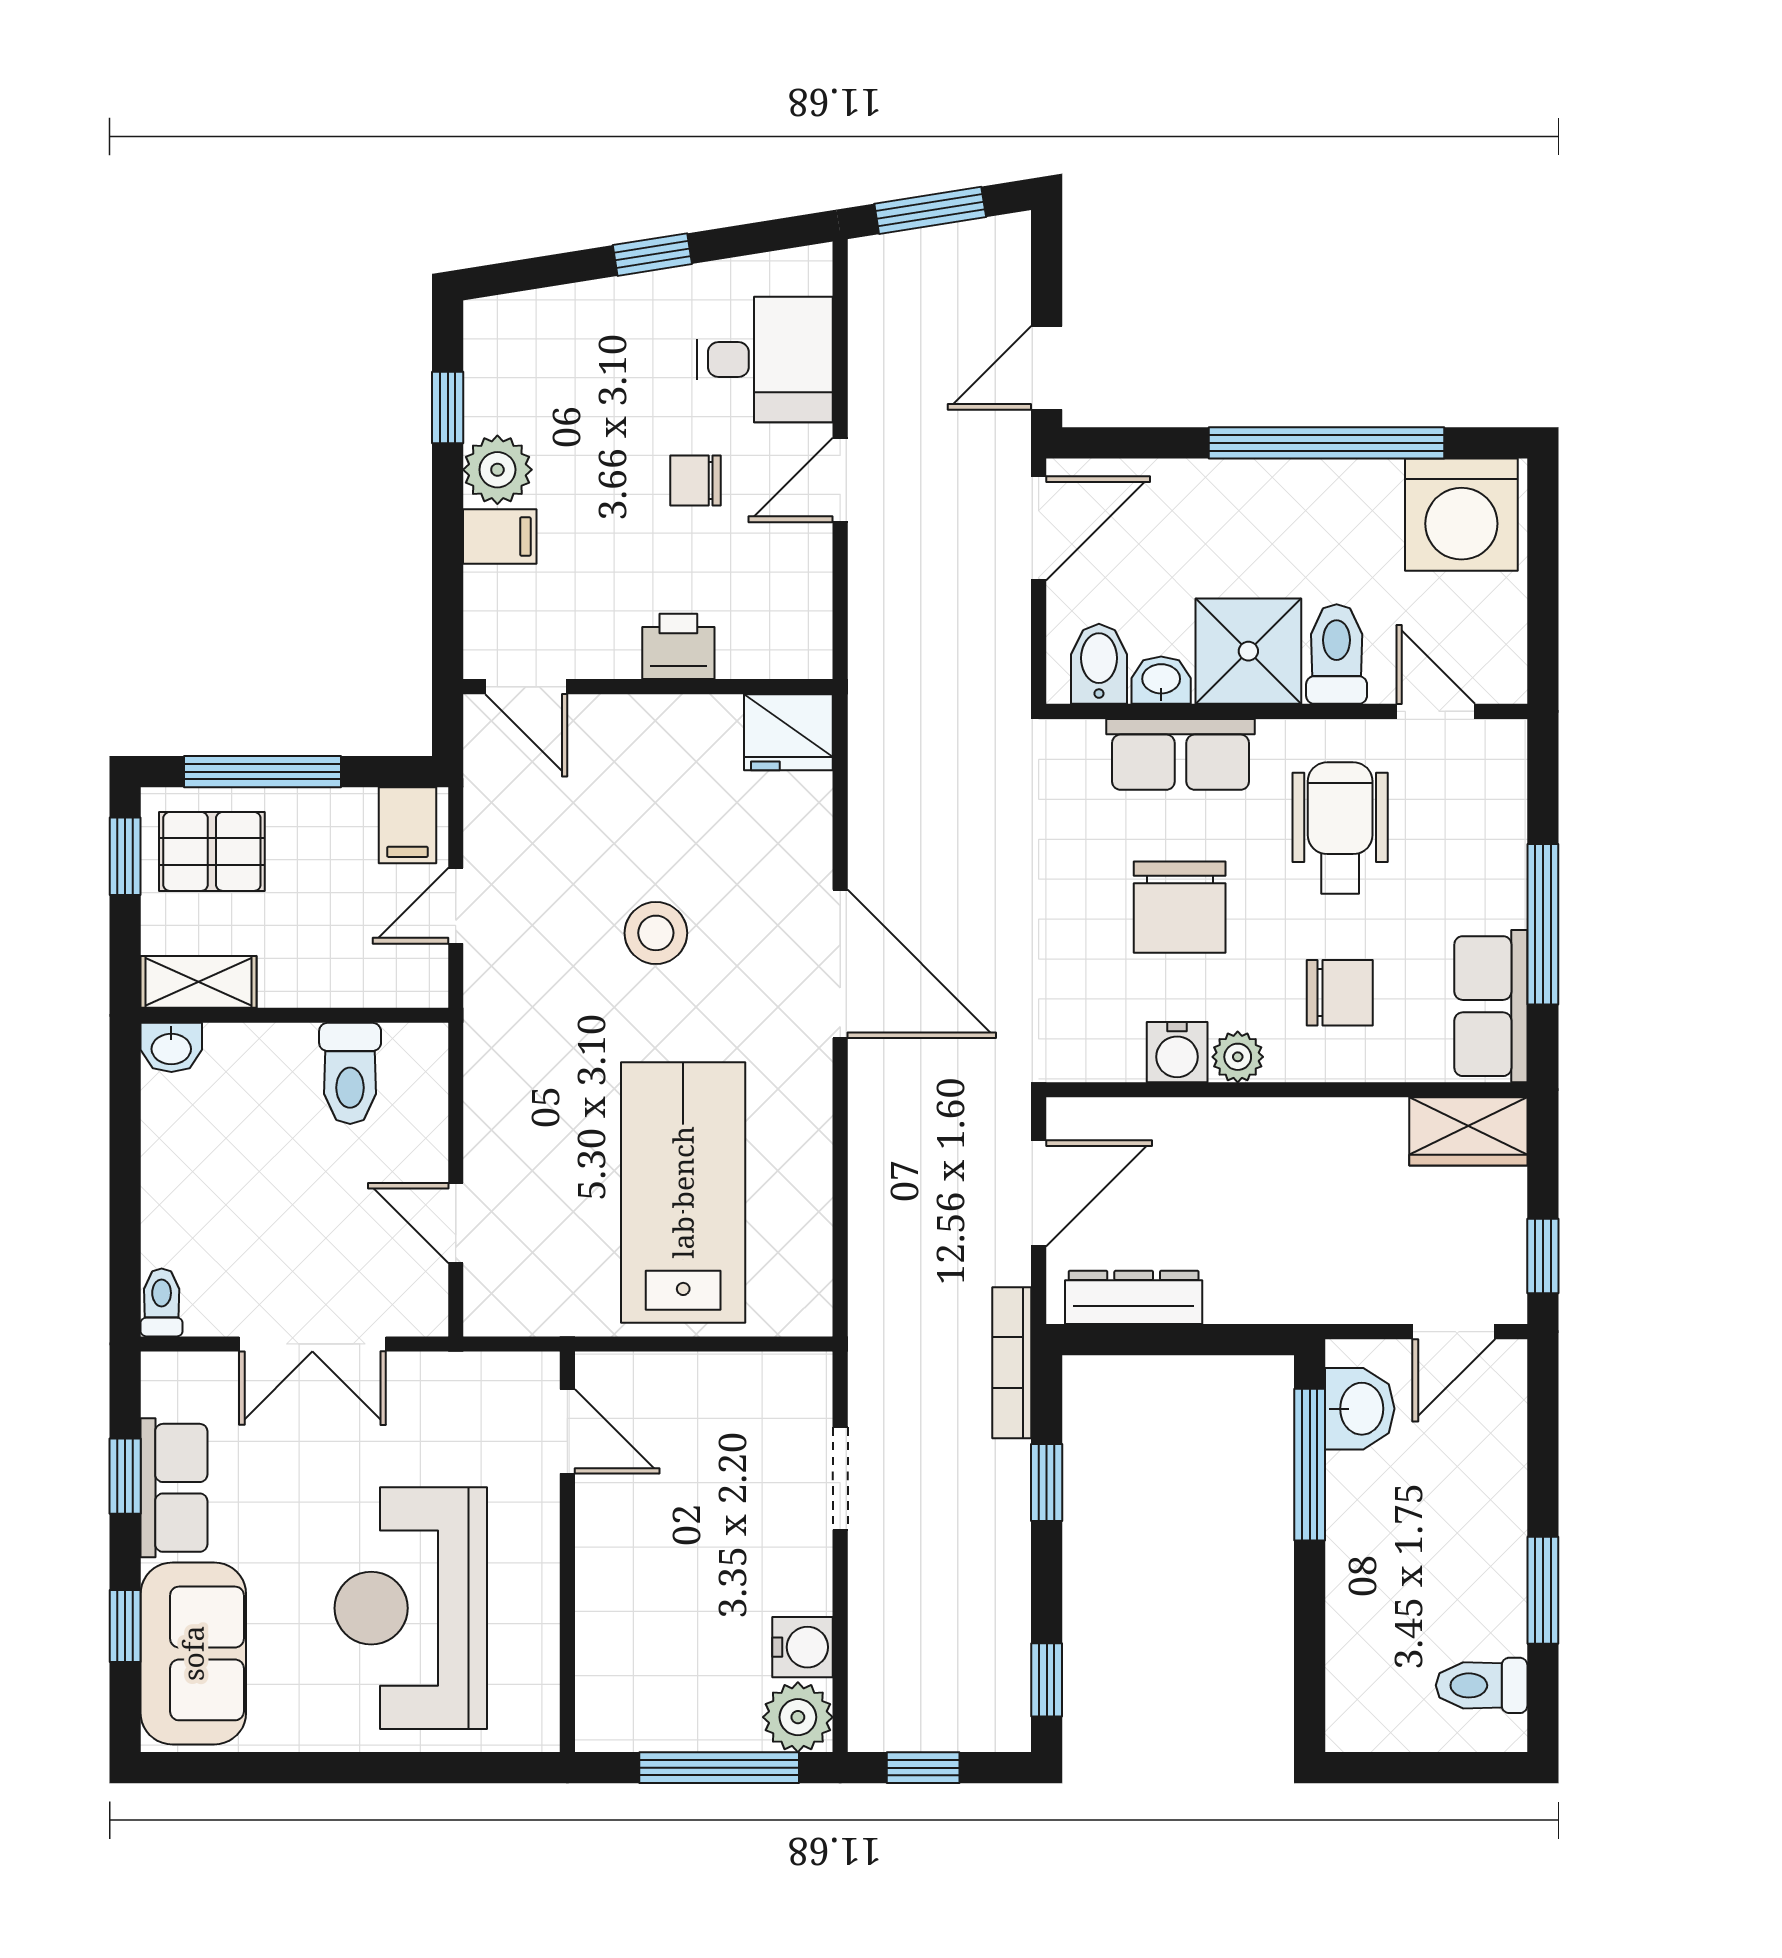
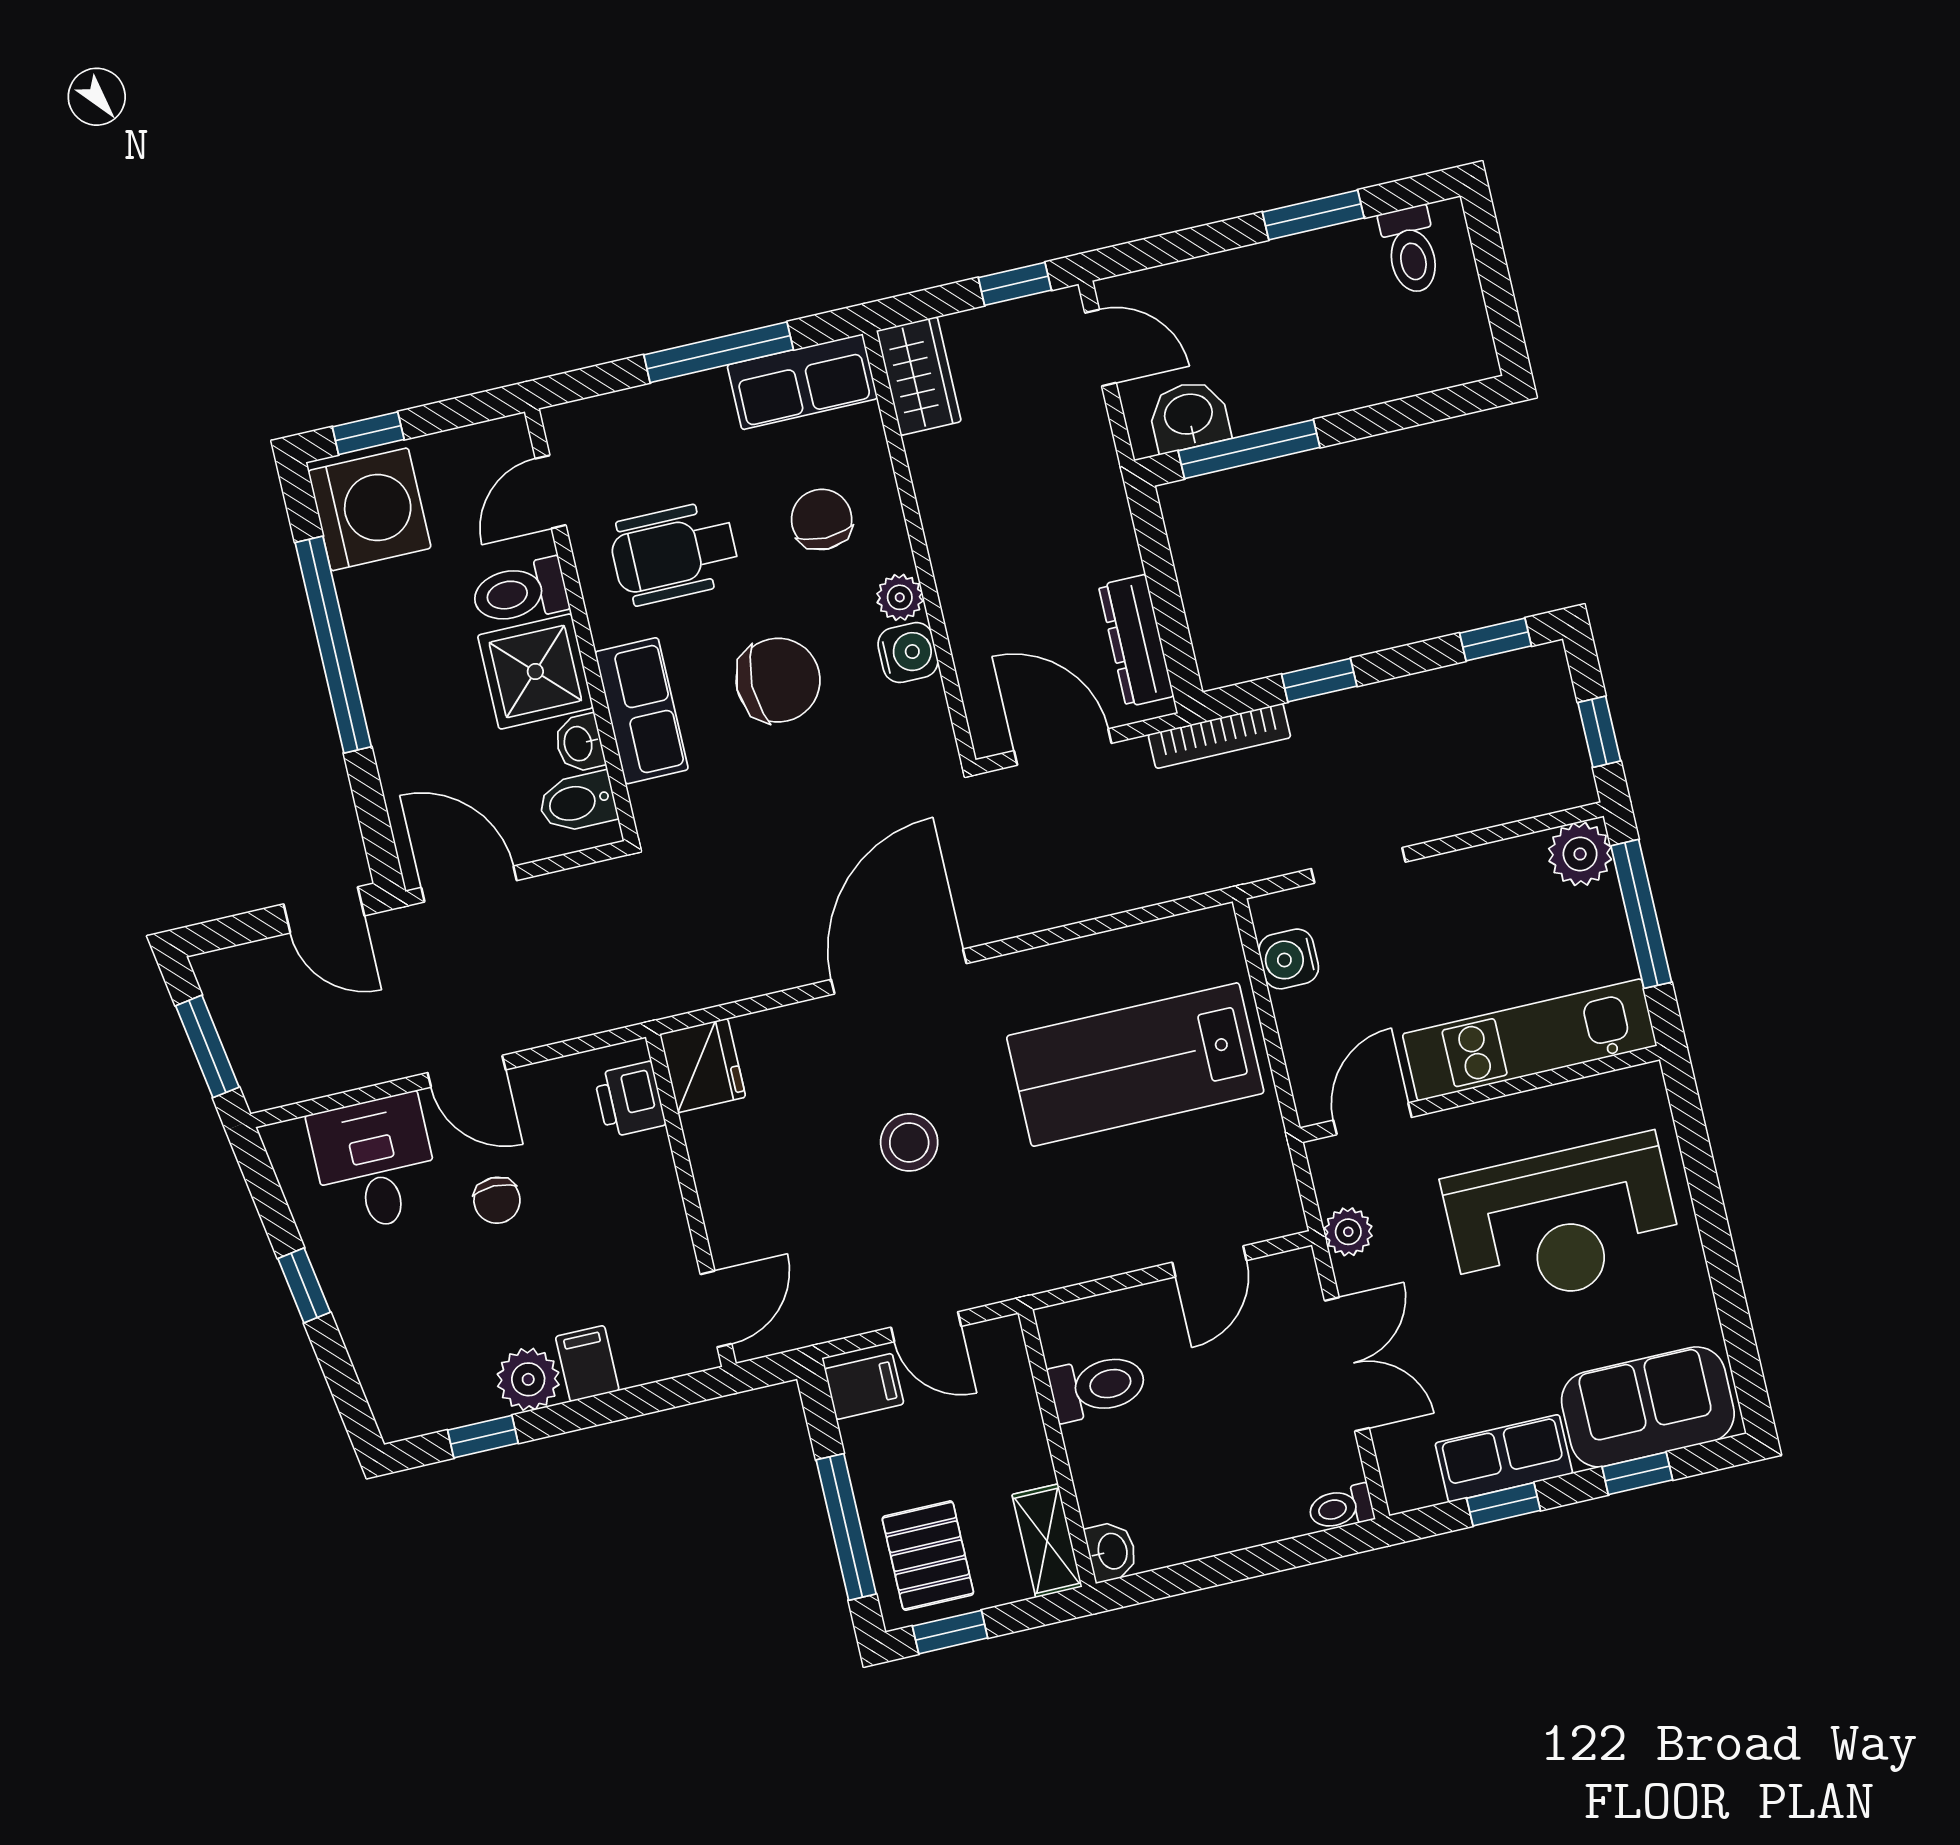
window: (1543, 532) -> (368, 433), added
printer: (678, 646) -> (630, 1099), moved
plant: (453, 1378) -> (1348, 1232), added
kitchen unit: (613, 1618) -> (1530, 1040), added
water cooler: (803, 1647) -> (1289, 959), moved, turned -90

